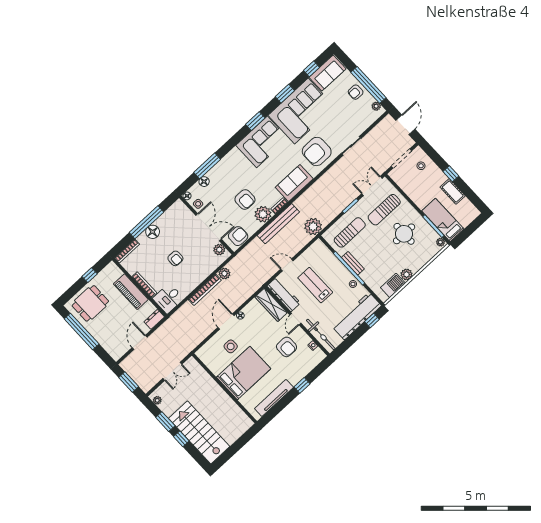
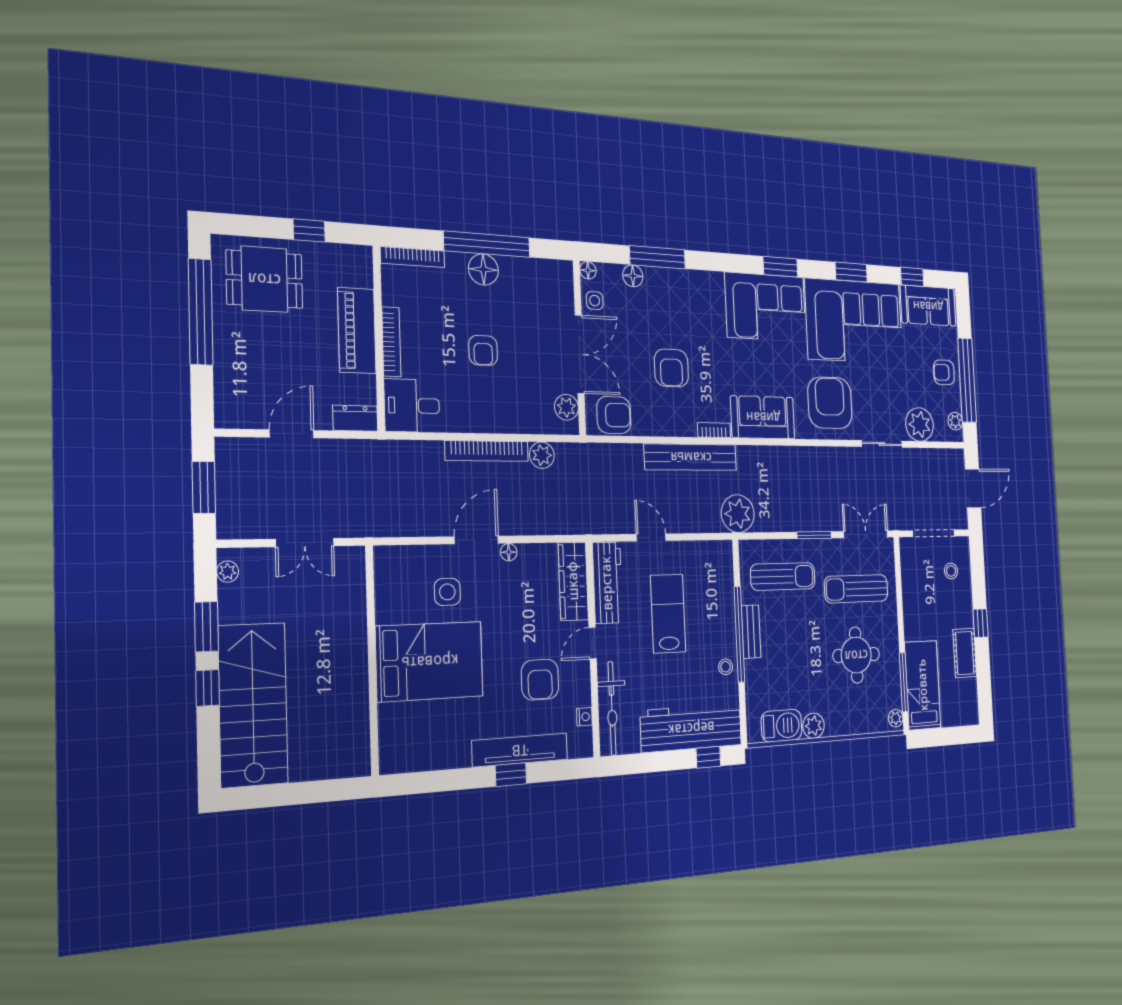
armchair: (317, 151) -> (830, 403), turned 90
plant: (263, 214) -> (920, 424), moved
tv unit: (274, 398) -> (520, 750), moved

